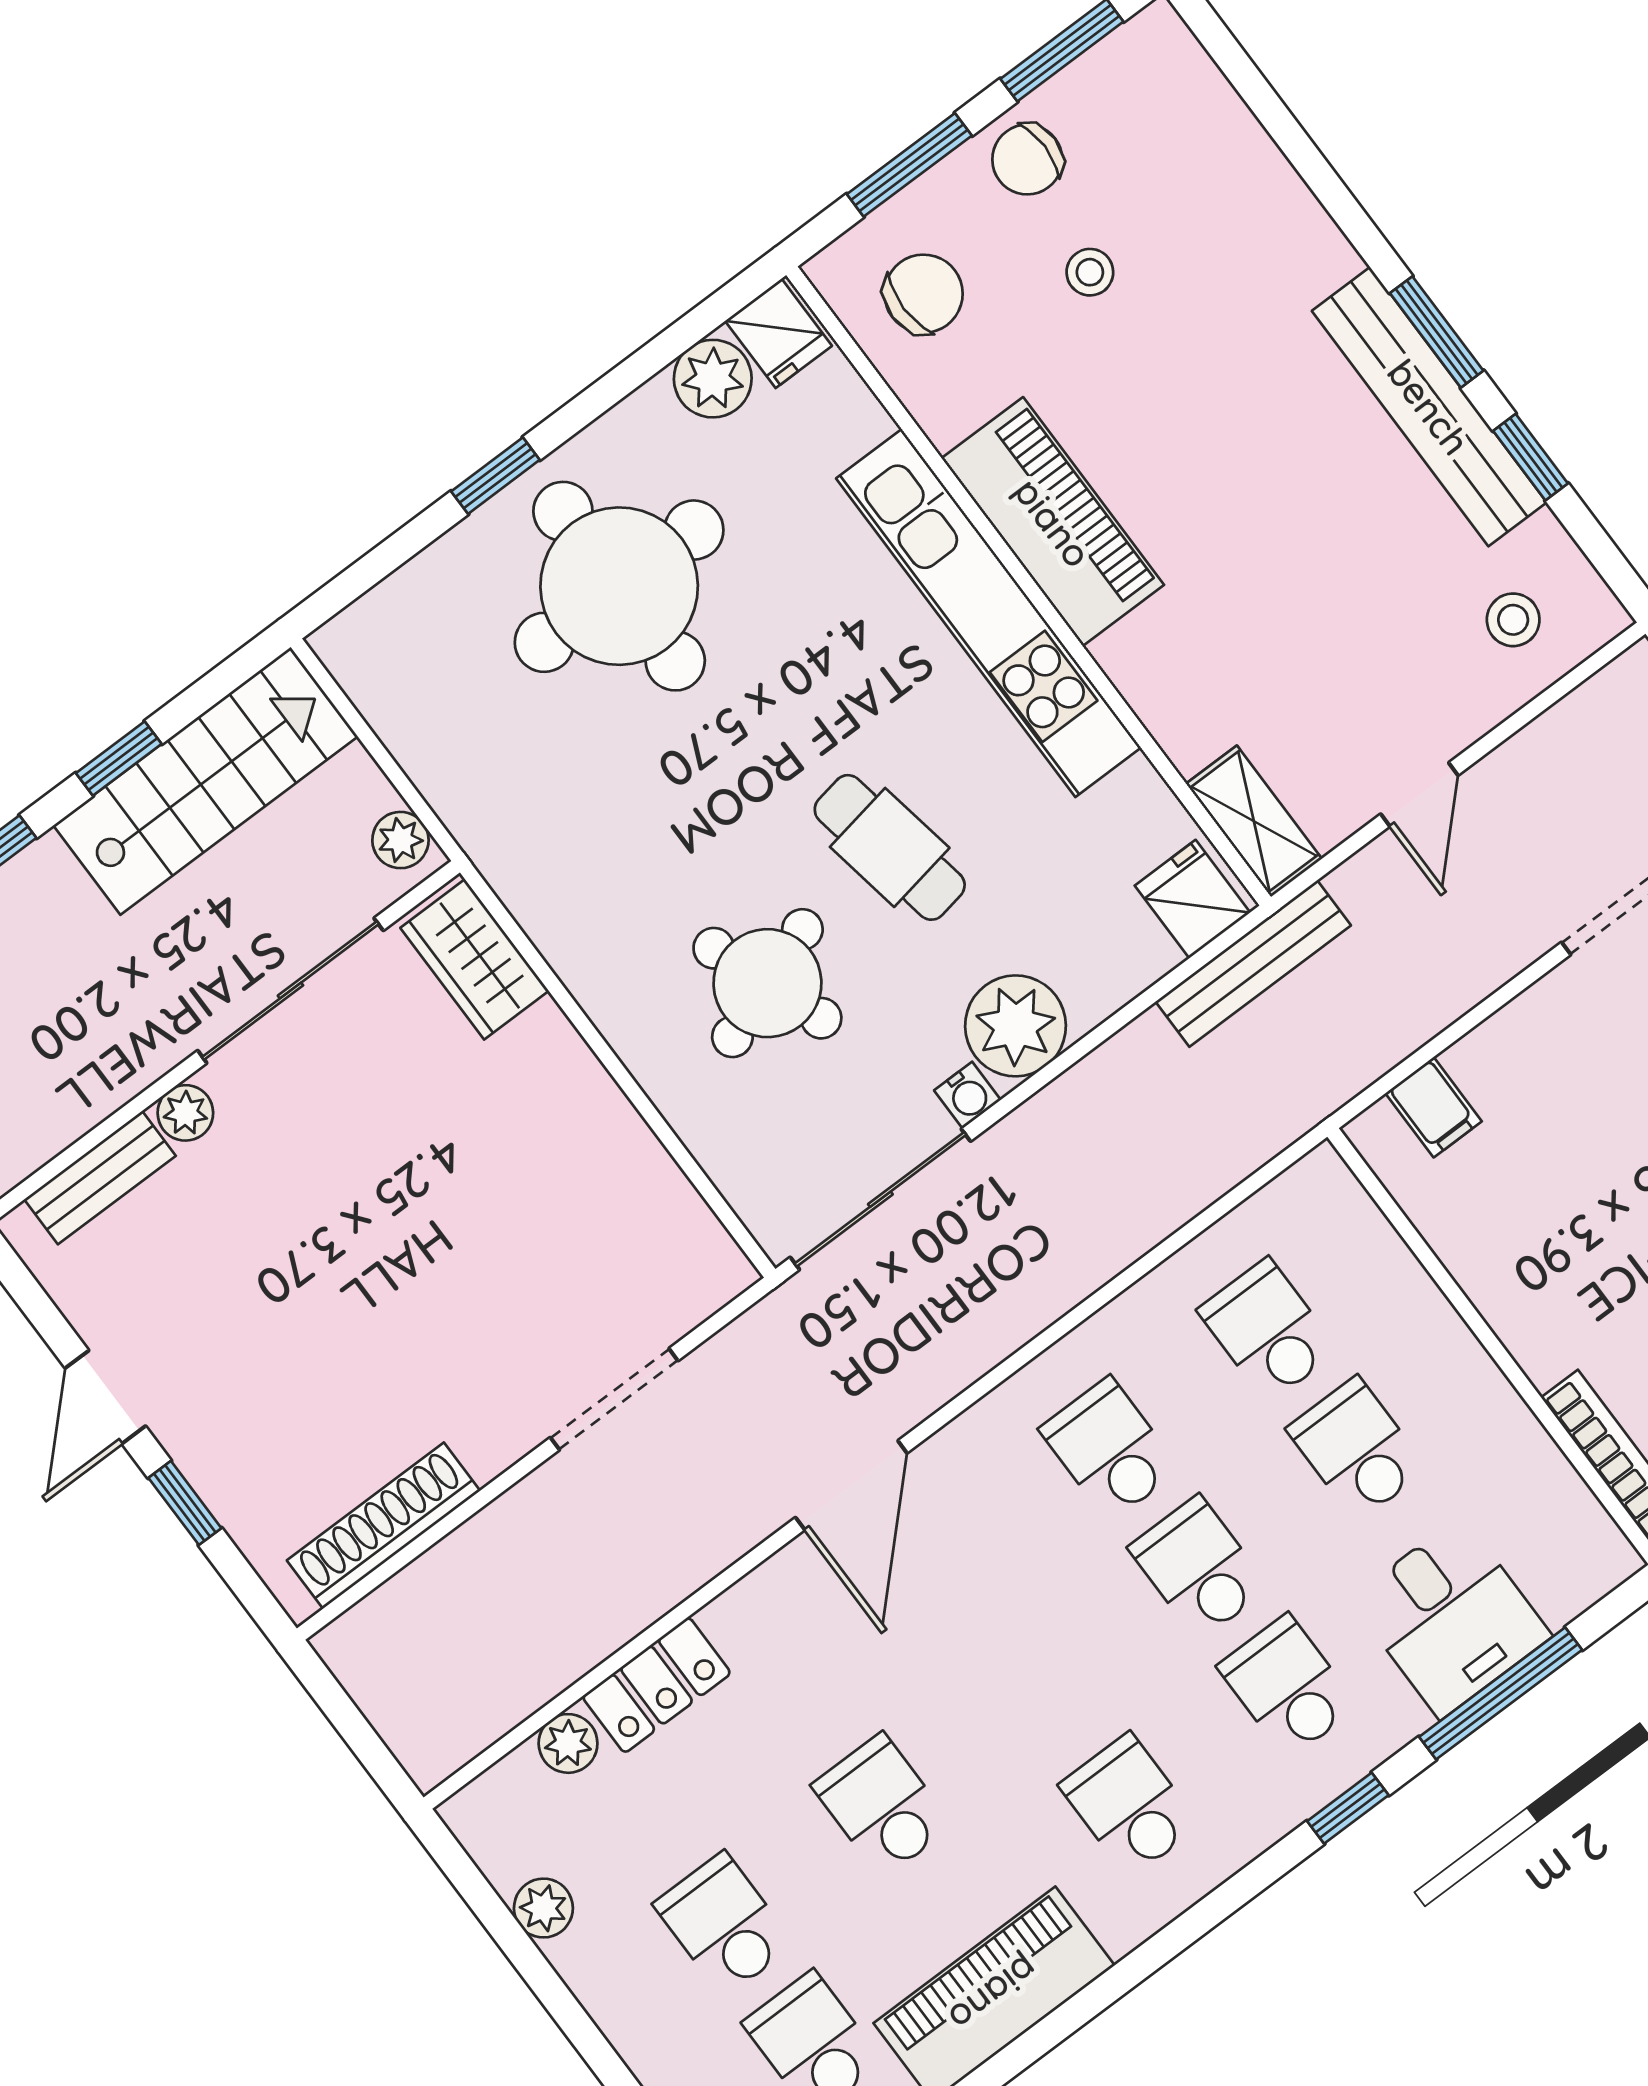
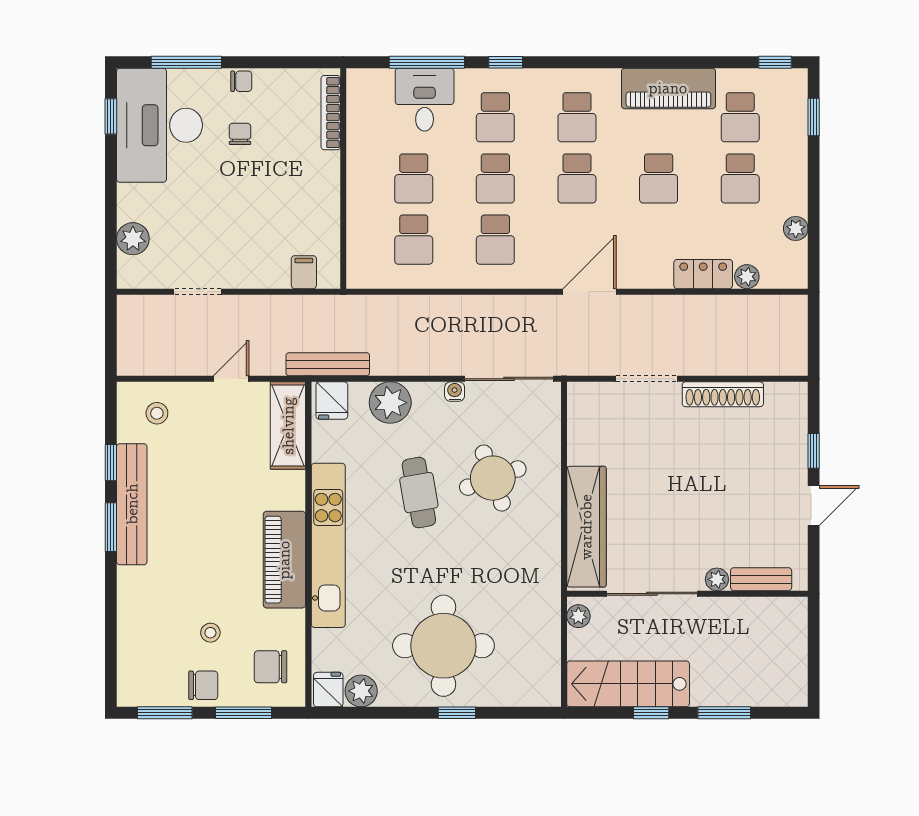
shelving: (1254, 821) -> (288, 426), width x1.50, depth x1.33
wardrobe: (475, 959) -> (586, 527), width x2.10, depth x1.17
plant: (1015, 1026) -> (390, 403), moved
shoe rack: (383, 1526) -> (723, 394), moved
school desk: (1040, 1687) -> (577, 178), added

